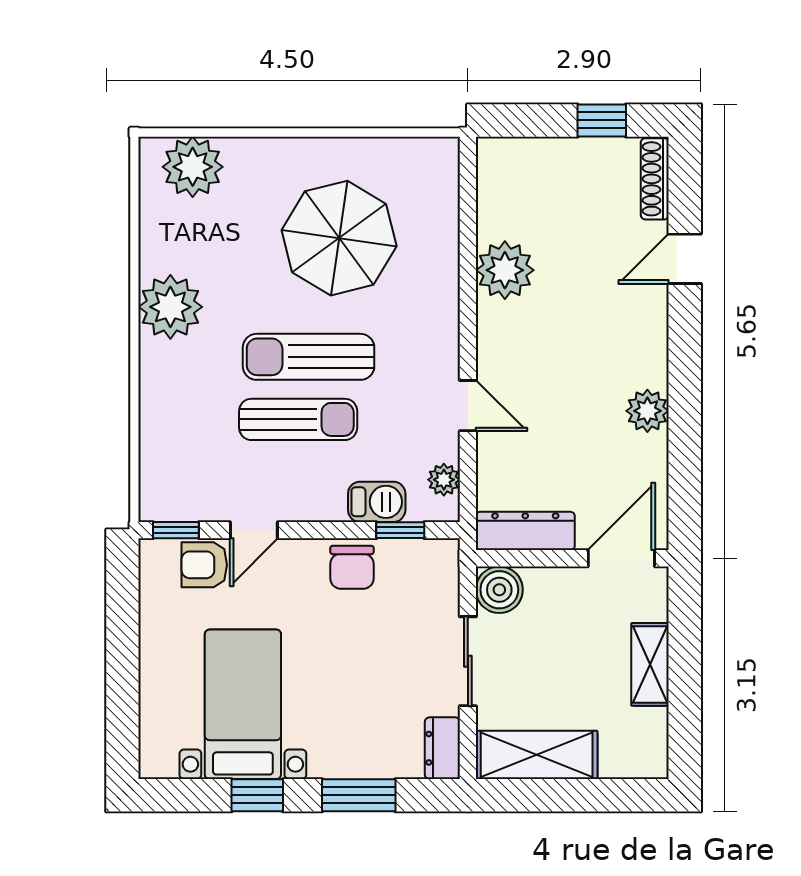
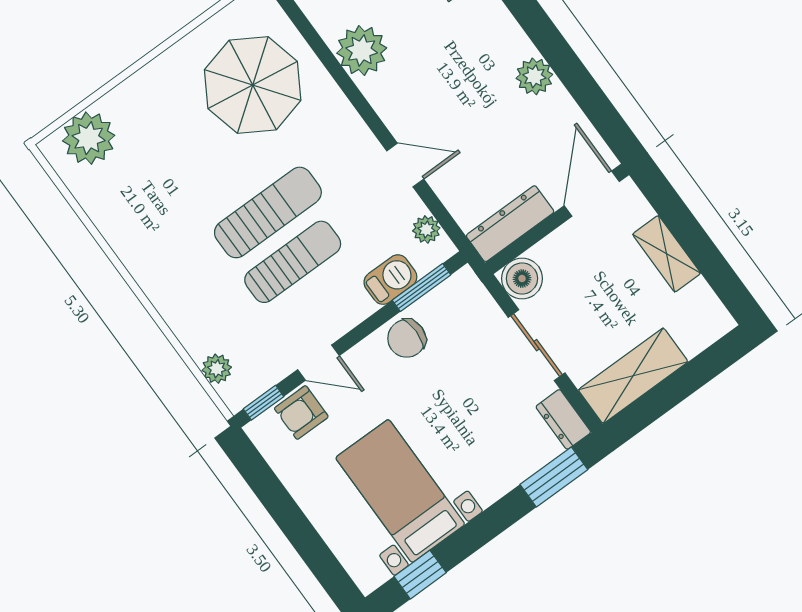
parasol: (339, 238) -> (253, 85), moved
plant: (170, 307) -> (217, 369), moved, width x0.53, depth x0.53
sun lounger: (309, 357) -> (268, 212), turned 180
door: (254, 530) -> (318, 363), hinge flipped
window: (400, 530) -> (422, 287), width x1.50
chair: (352, 567) -> (407, 338), turned 90
window: (257, 795) -> (420, 575), moved
window: (359, 795) -> (554, 477), moved

